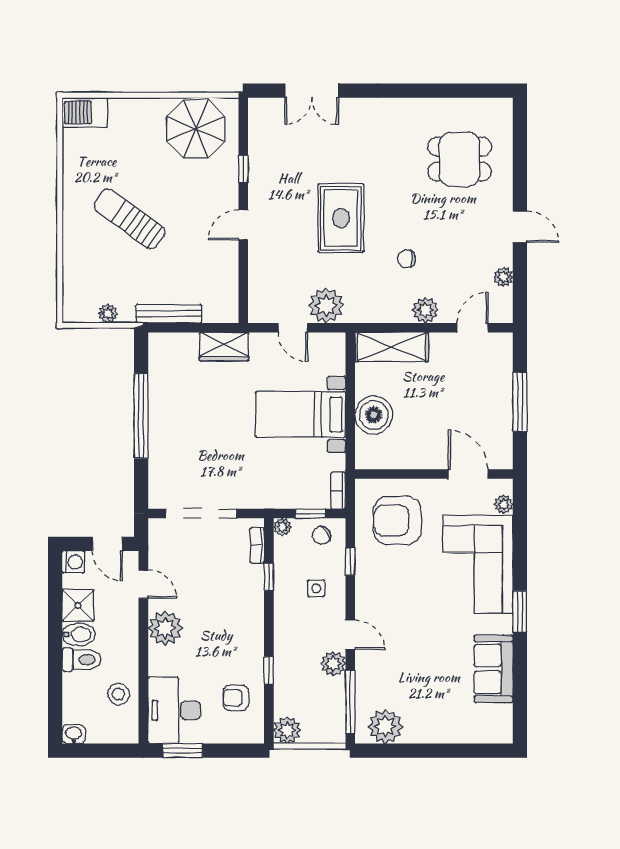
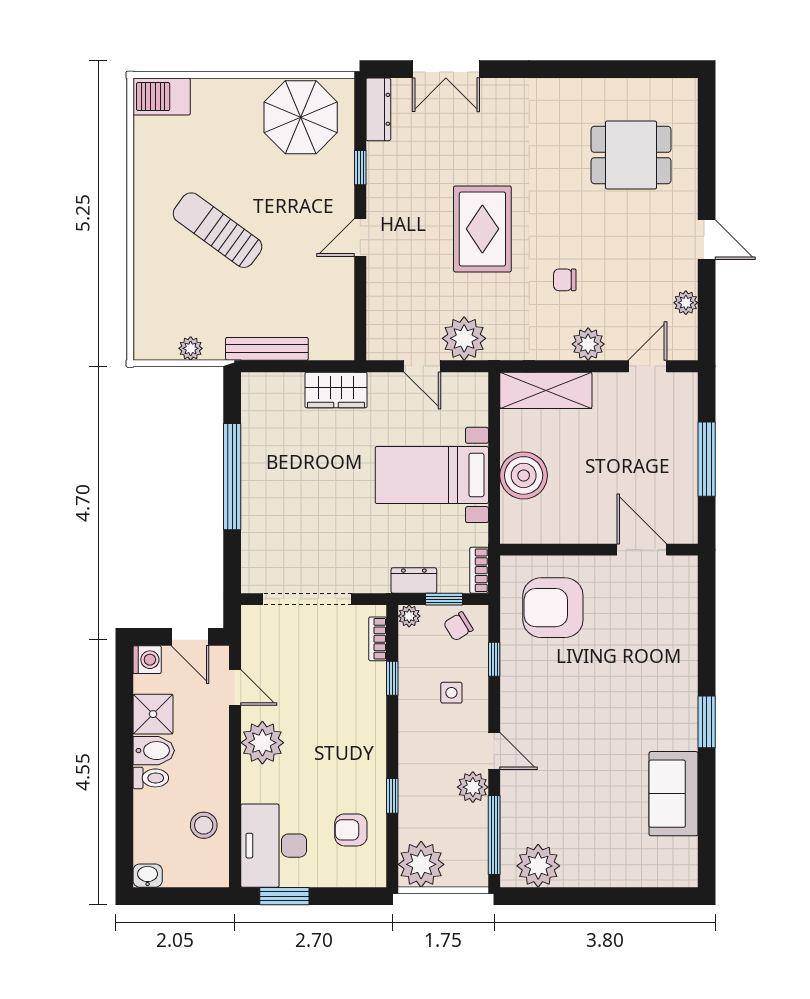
dresser: (258, 123) -> (378, 109), added
dresser: (286, 499) -> (414, 581), added
plant: (504, 504) -> (686, 587), removed
corner sofa: (478, 564) -> (654, 663), removed
toilet: (82, 660) -> (151, 778), width x0.73, depth x0.72
plant: (287, 730) -> (421, 864), width x1.36, depth x1.36

